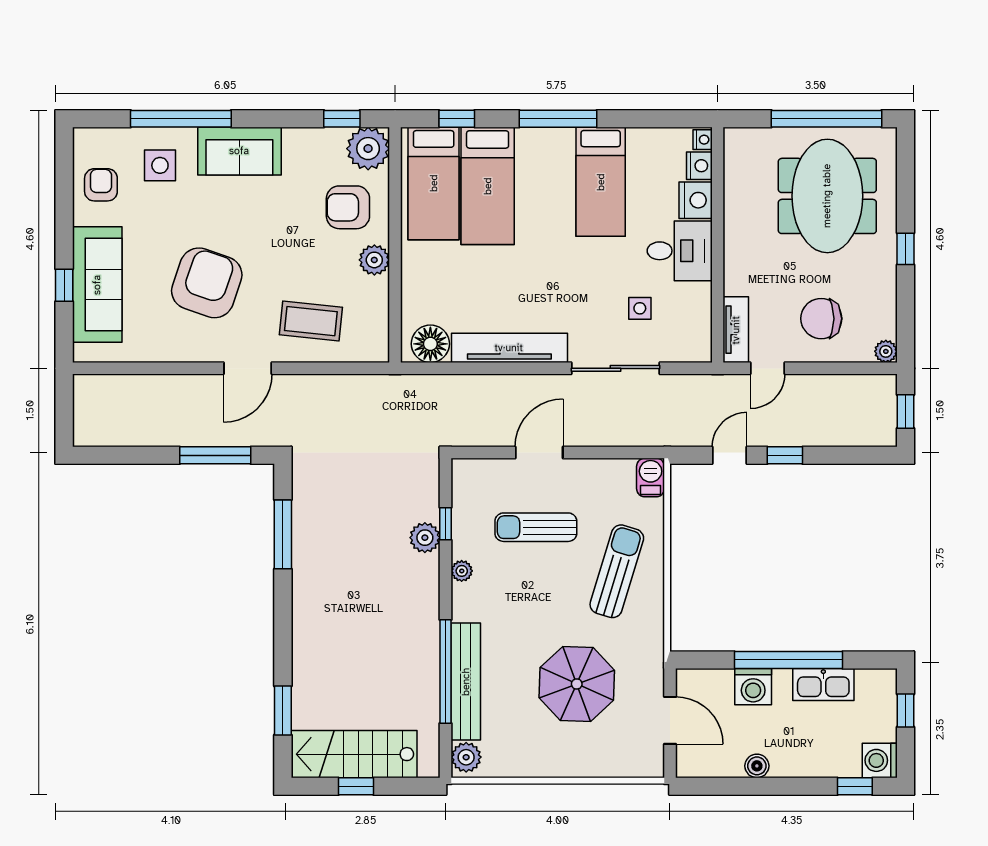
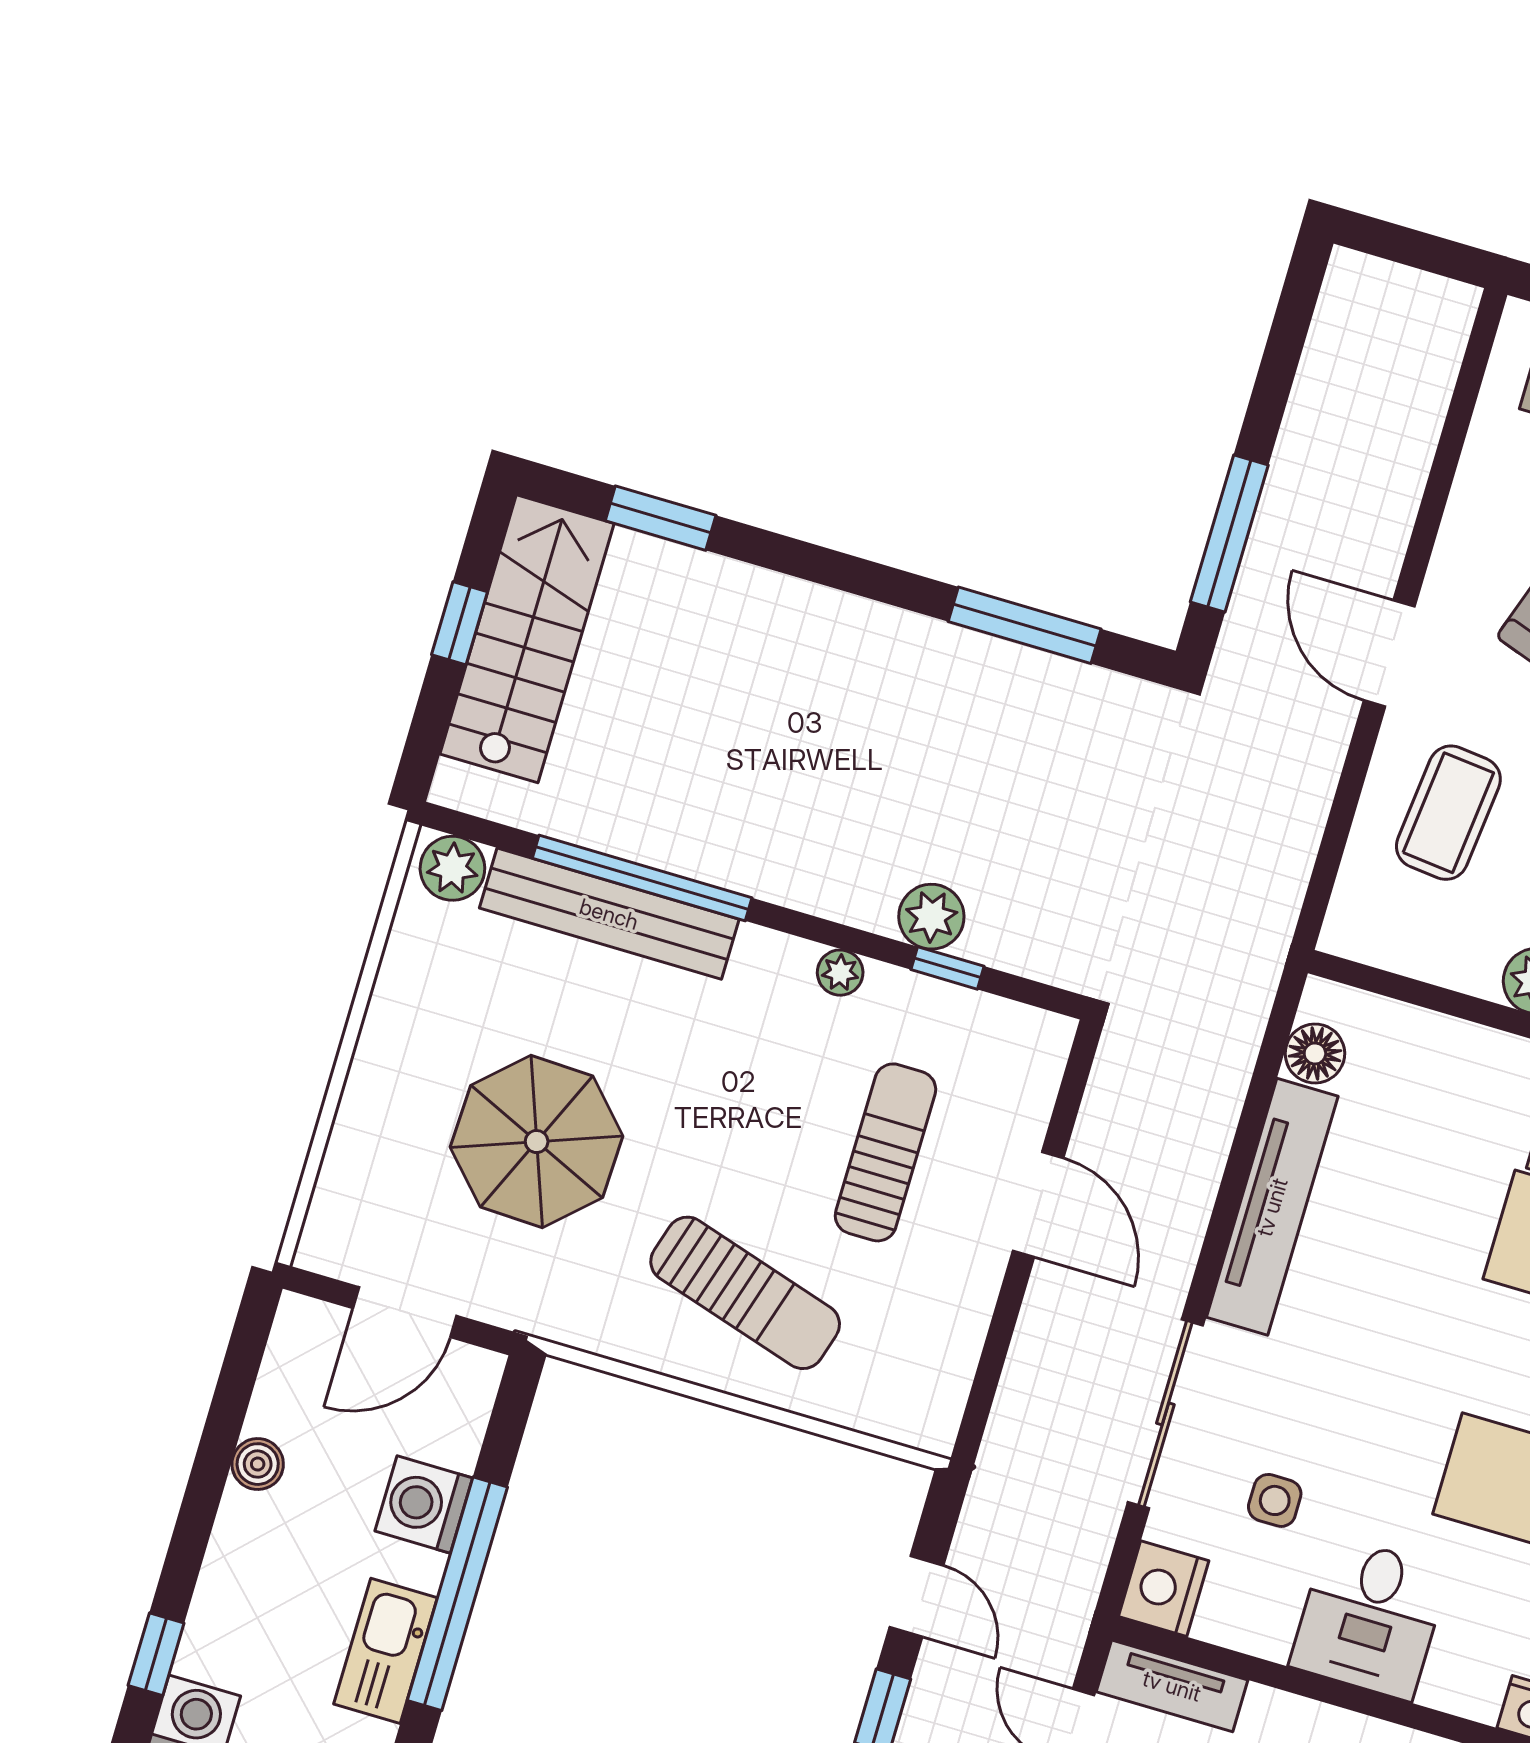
nightstand: (696, 200) -> (1164, 1589), moved, turned 90
floor lamp: (430, 344) -> (1315, 1053), width x0.73, depth x0.73
barbecue: (651, 477) -> (918, 1420), removed

